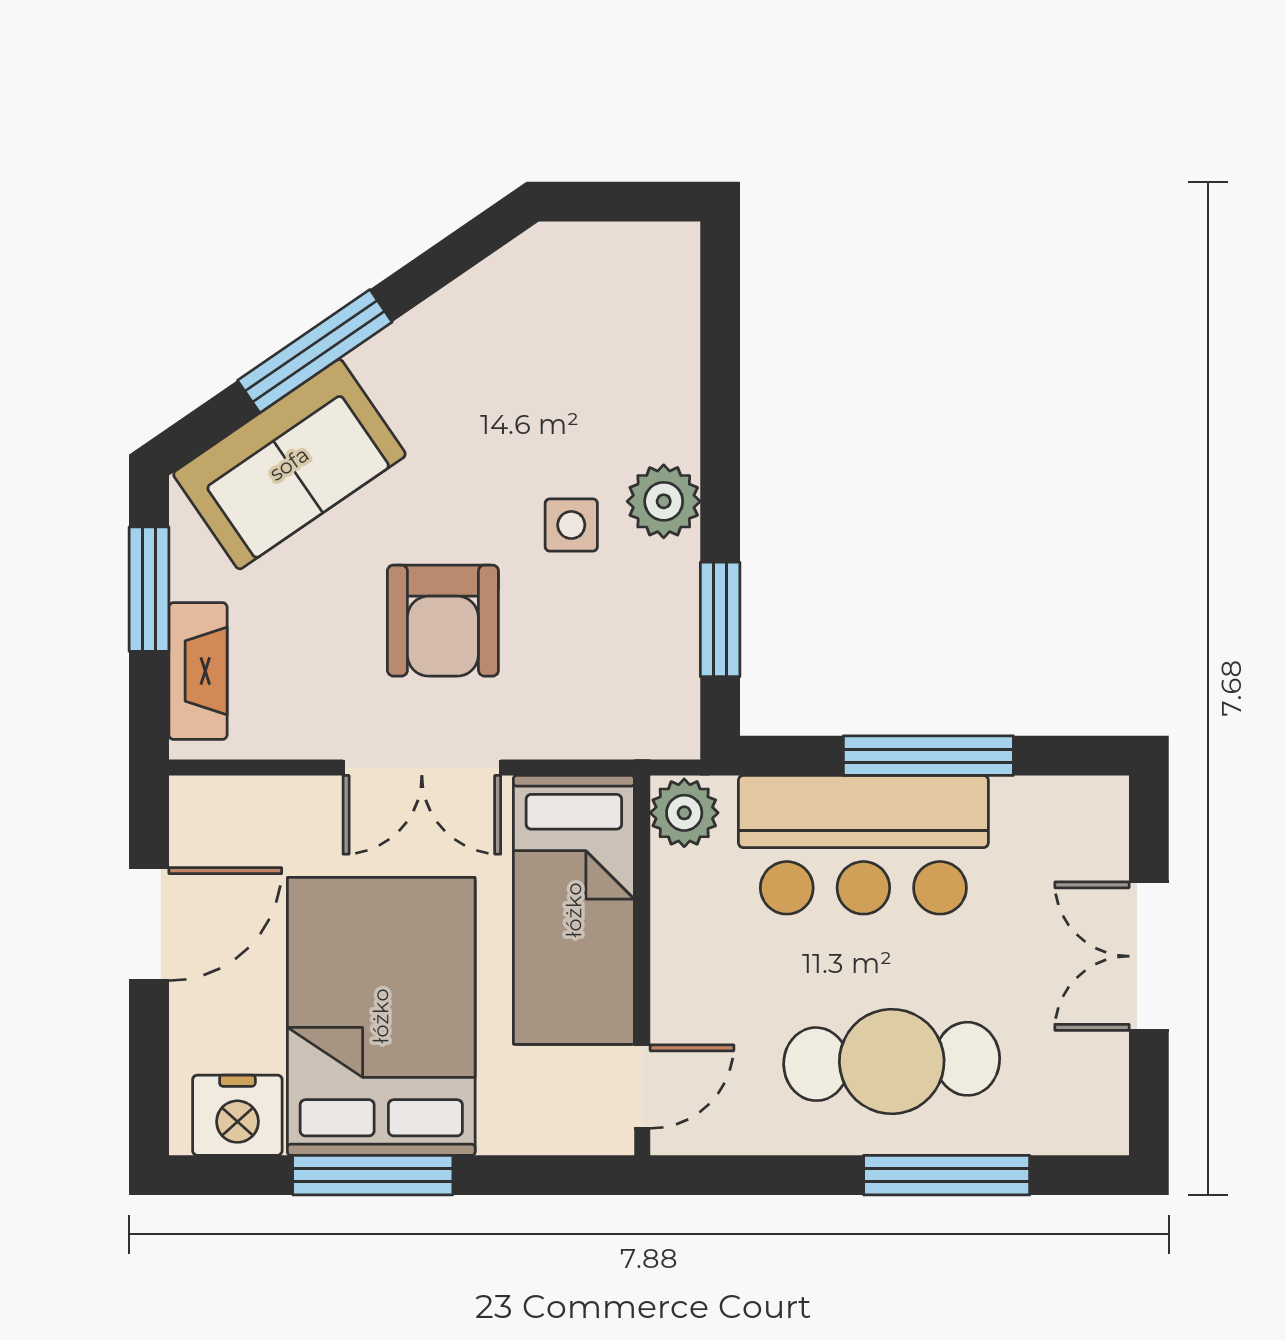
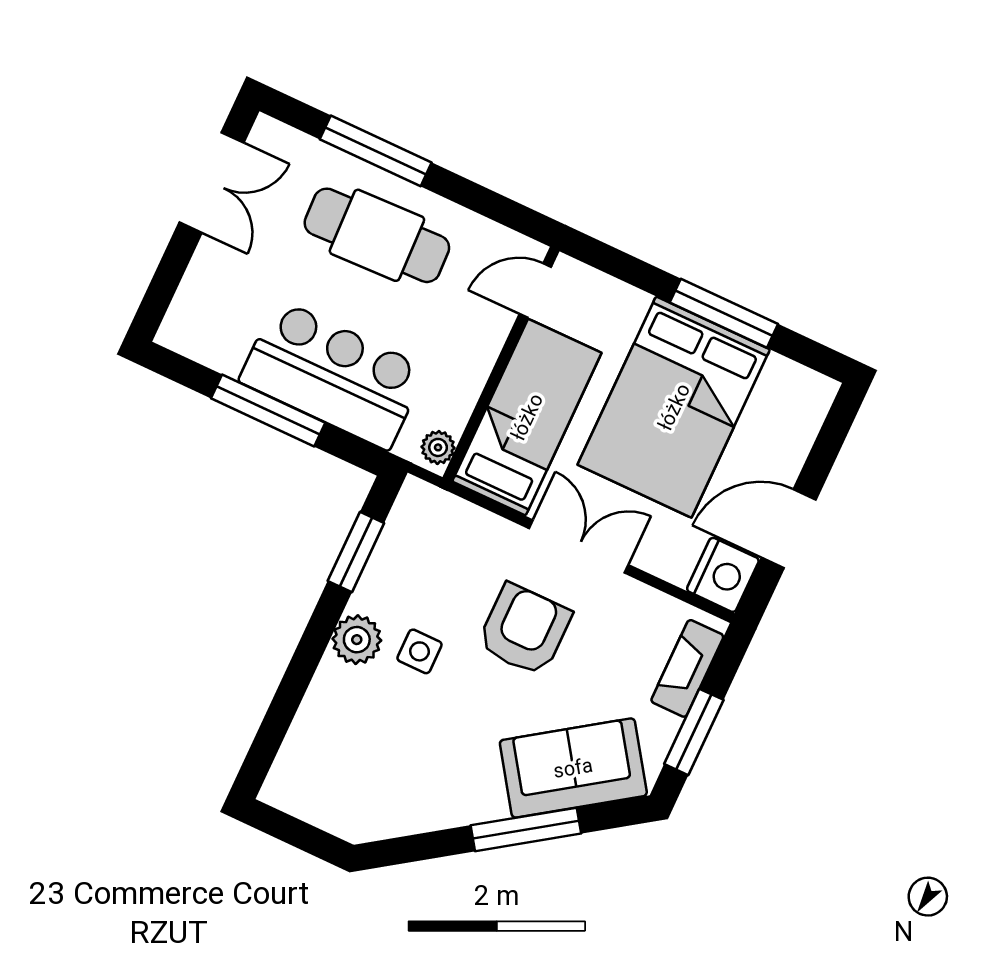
plant: (684, 813) -> (438, 447), width x0.73, depth x0.73
double door: (1149, 956) -> (212, 182), moved
nightstand: (237, 1115) -> (723, 575), moved, turned 90

